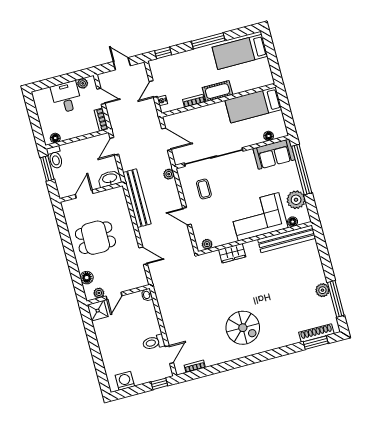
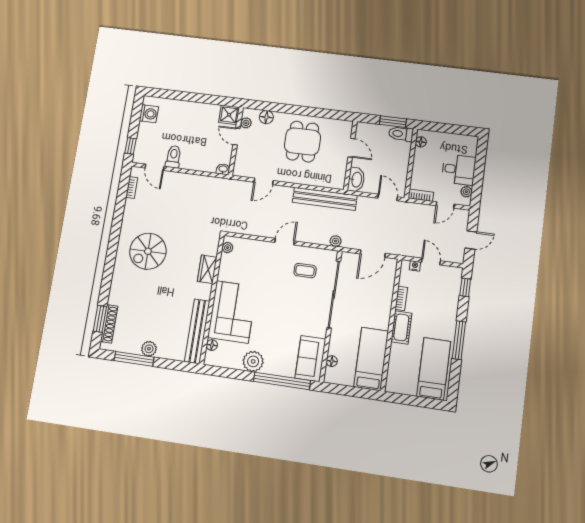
corner sofa: (259, 217) -> (232, 312), moved
floor lamp: (293, 222) -> (212, 345), moved
wall: (255, 238) -> (212, 299), moved
bench: (287, 239) -> (197, 331), moved
plant: (207, 244) -> (228, 248), moved
wardrobe: (232, 253) -> (207, 269), moved

